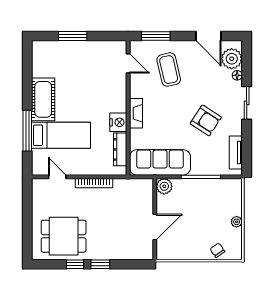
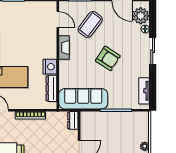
coffee table: (169, 70) -> (90, 24), turned 50
fireplace: (136, 113) -> (64, 48), moved
armchair: (206, 120) -> (108, 58), moved
plant: (164, 186) -> (87, 118), removed
dresser: (147, 190) -> (73, 120), added

